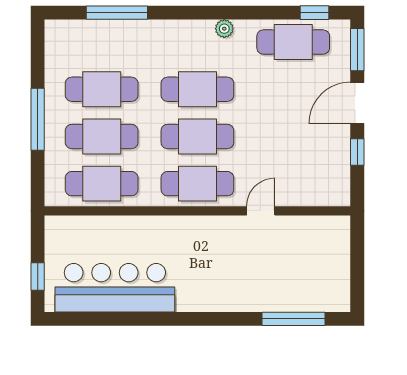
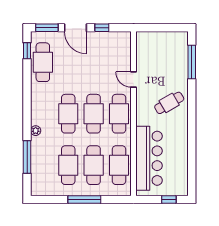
plant: (224, 29) -> (36, 131), moved
cafe table: (218, 277) -> (169, 103), added
bar counter: (115, 288) -> (149, 158), moved, turned 180

